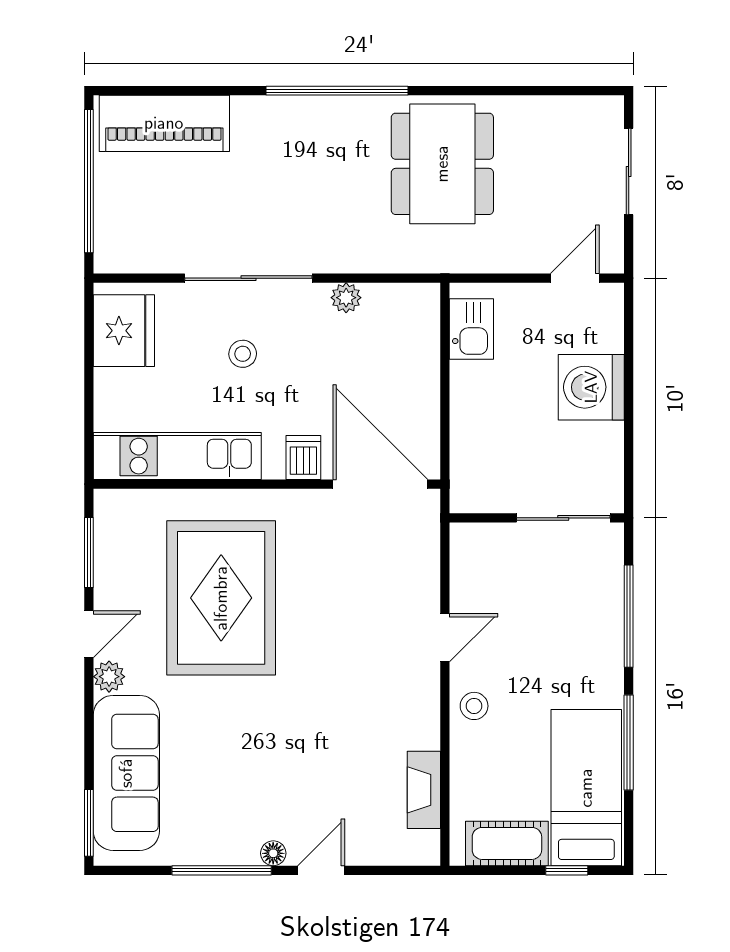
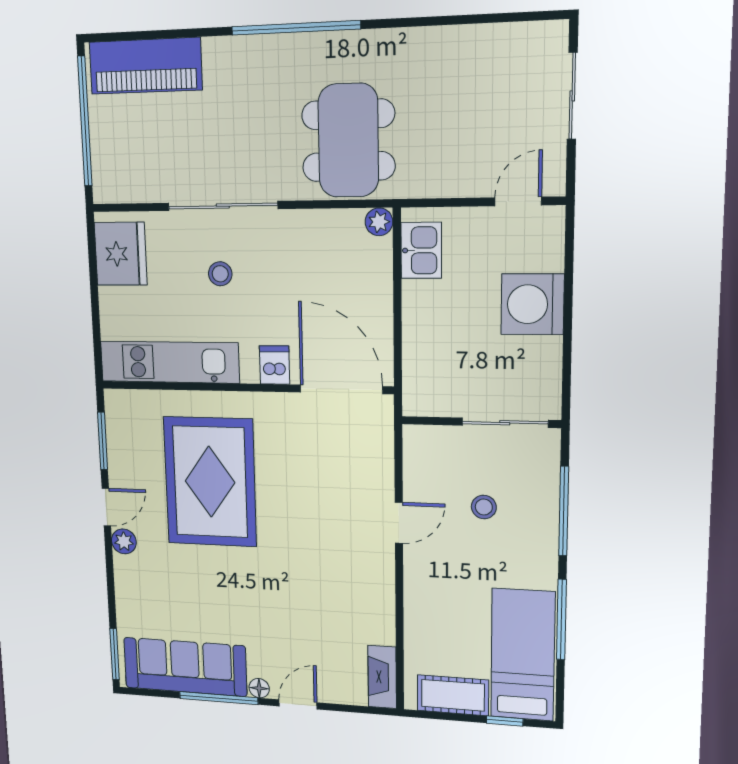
dining table: (442, 164) -> (348, 141), moved
plant: (346, 298) -> (379, 222), moved
stool: (474, 706) -> (484, 507), moved
sofa: (126, 773) -> (185, 667), moved, turned -90
fireplace: (424, 790) -> (382, 677), moved

